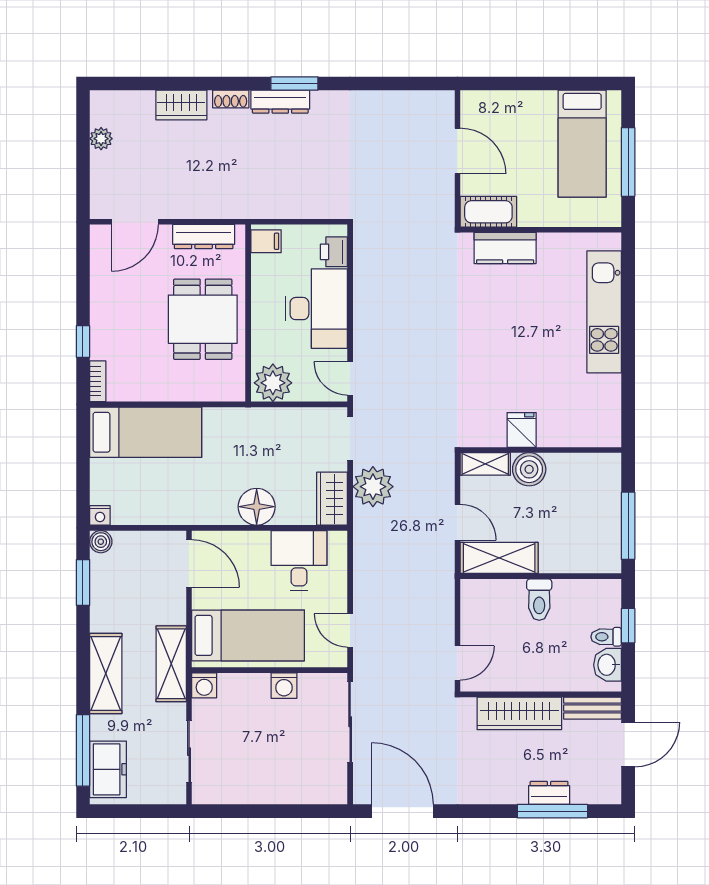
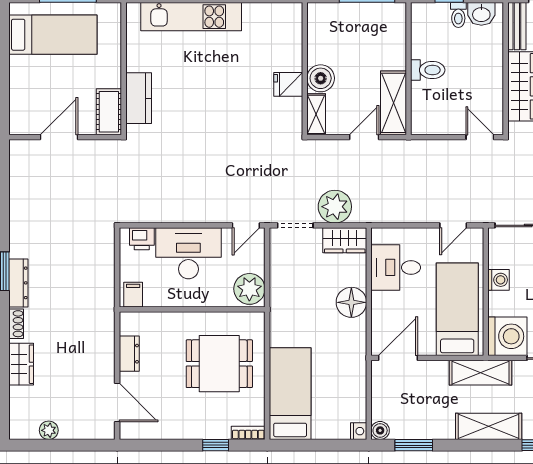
dresser: (204, 237) -> (129, 354), width x0.70
dining table: (203, 319) -> (219, 364), moved
washing machine: (204, 685) -> (507, 336), width x1.89, depth x1.89

